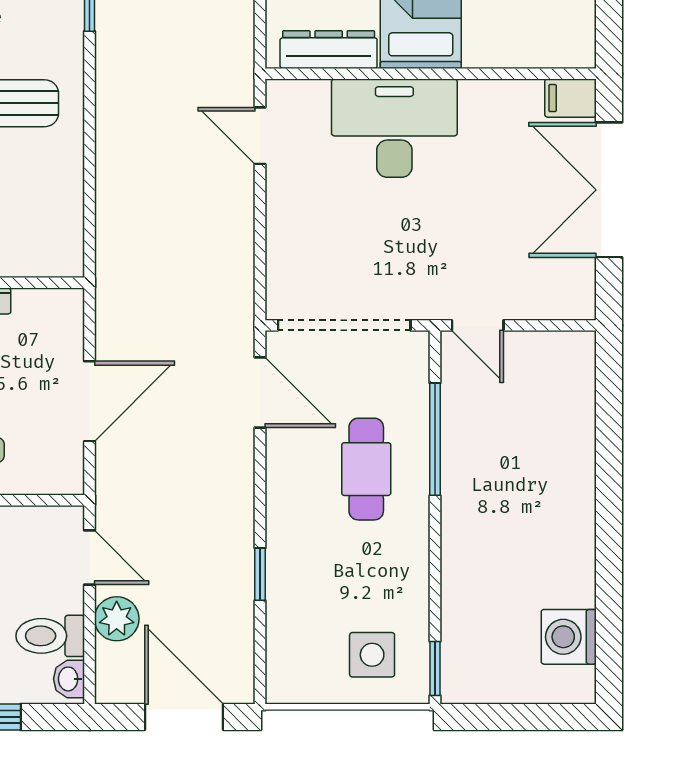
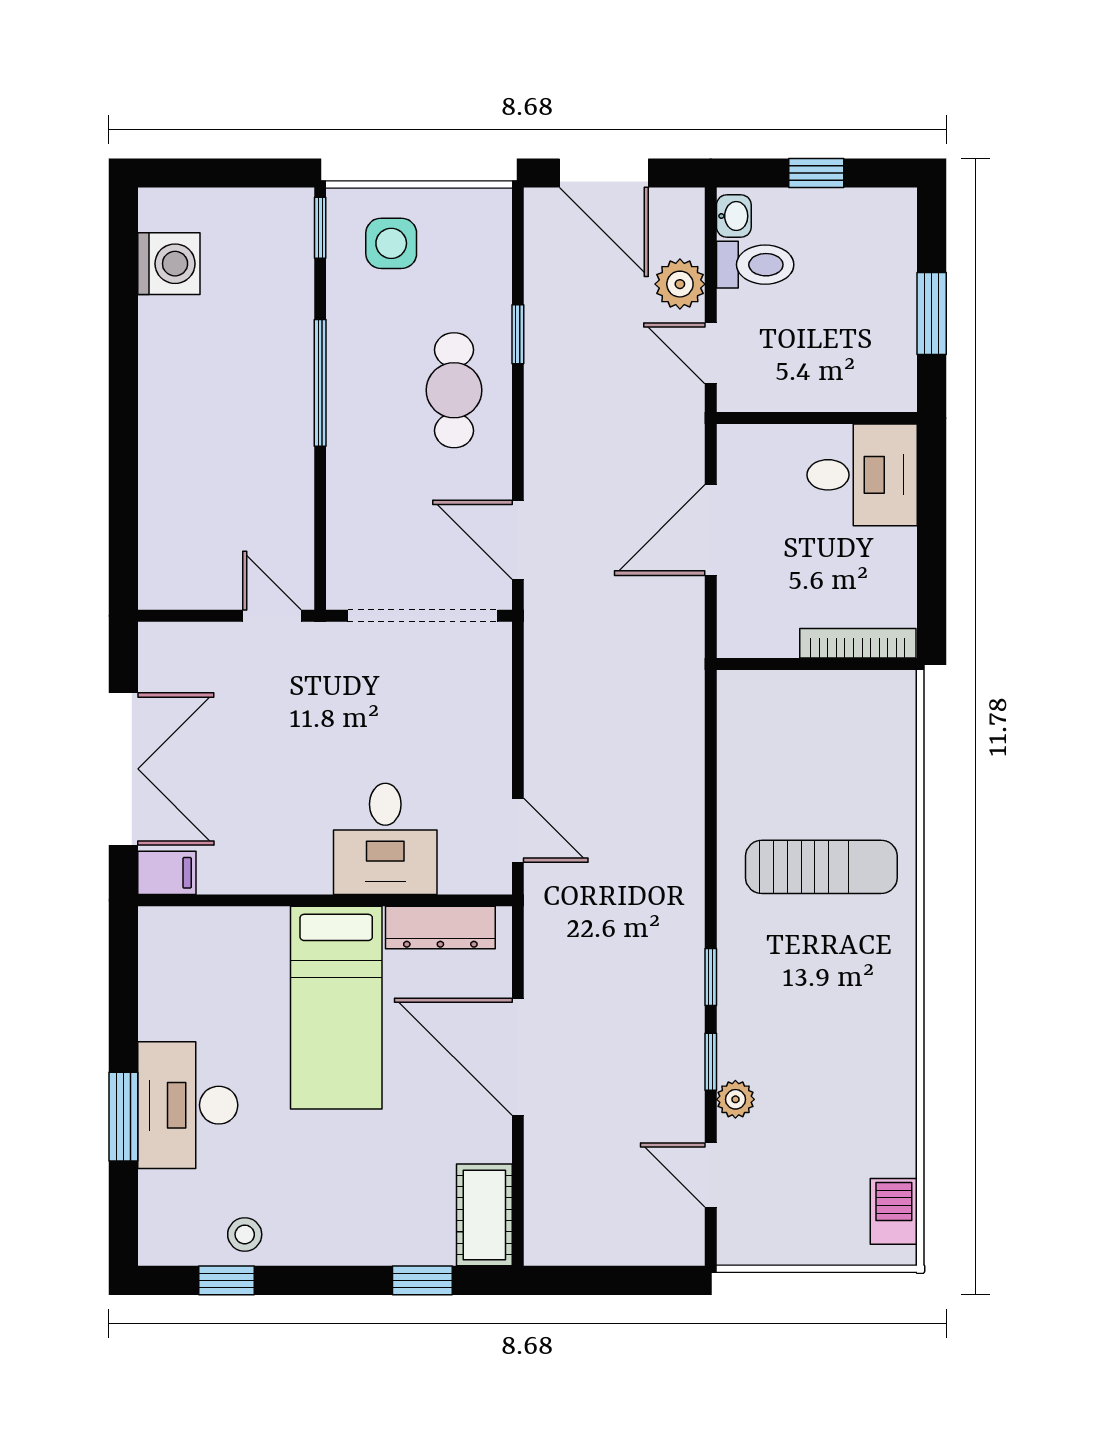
desk: (394, 128) -> (385, 839), width x0.73
window: (435, 439) -> (320, 383), moved
cafe table: (366, 469) -> (454, 390), moved

